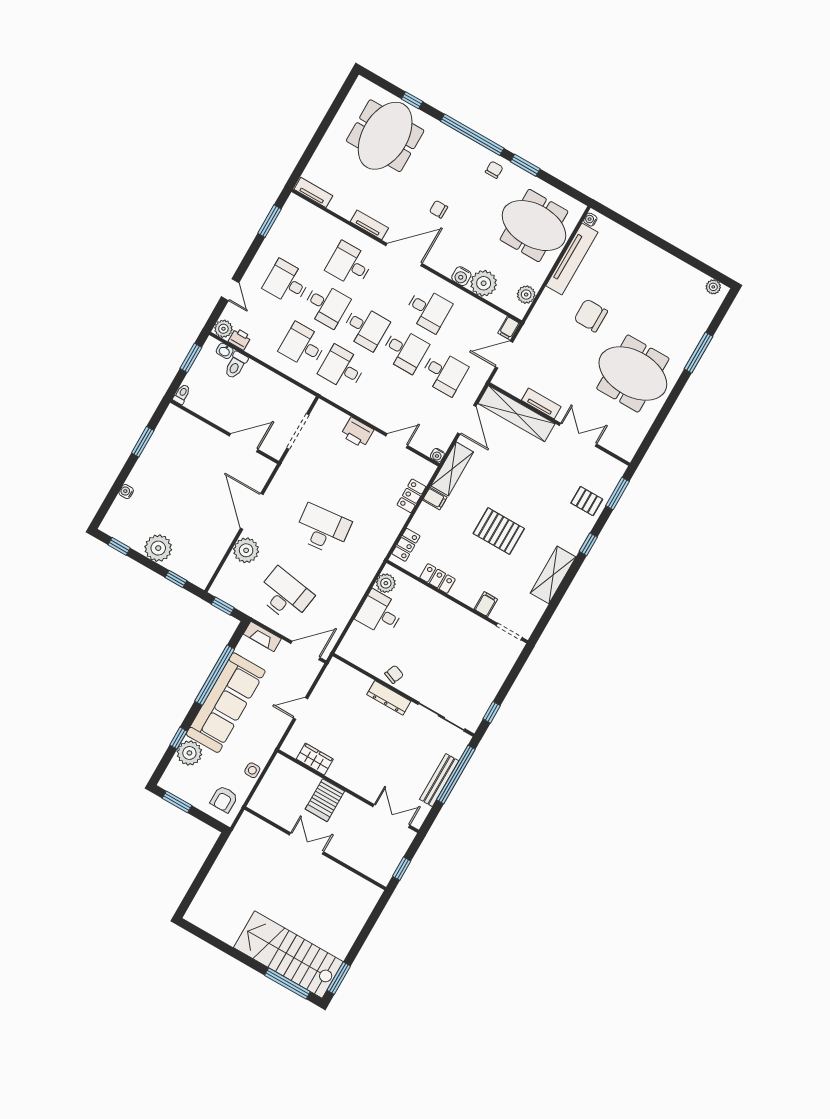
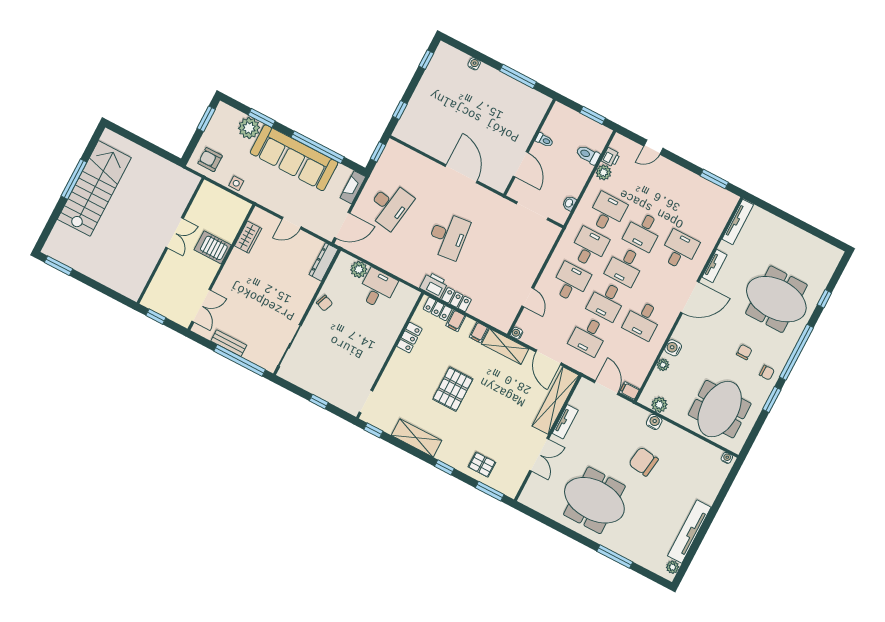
meeting table: (385, 136) -> (776, 299), moved
tv unit: (313, 192) -> (738, 222), width x1.41
chair: (439, 209) -> (744, 352), moved
door: (404, 255) -> (690, 297), hinge flipped
tv unit: (572, 259) -> (689, 532), moved, turned 90
desk: (287, 282) -> (571, 282), moved
plant: (484, 283) -> (663, 365), width x0.53, depth x0.53
water cooler: (546, 301) -> (654, 422), added
chair: (591, 315) -> (643, 462), turned -82
plant: (223, 329) -> (604, 172), moved
washbasin: (225, 351) -> (569, 203), moved
meeting table: (633, 374) -> (594, 500), turned 90
toilet: (182, 394) -> (544, 140), moved
door: (467, 420) -> (549, 357), hinge flipped
printer: (357, 433) -> (434, 285), moved, turned 90
window: (143, 442) -> (518, 76), width x1.44
locker: (411, 496) -> (457, 300), moved
pallet: (587, 501) -> (482, 465), turned 90
door: (252, 511) -> (461, 174), hinge flipped
plant: (158, 548) -> (426, 94), removed
plant: (246, 550) -> (427, 170), removed
plant: (386, 583) -> (359, 269), moved
filing cabinet: (486, 604) -> (456, 321), moved, turned 90
window: (542, 624) -> (373, 430), added
door: (306, 651) -> (342, 225), hinge flipped
dresser: (389, 698) -> (324, 262), moved
door: (301, 709) -> (292, 223), swing flipped
window: (492, 712) -> (319, 402), moved
window: (178, 738) -> (262, 118), width x1.50
bench: (439, 780) -> (229, 343), width x0.73
stairs: (288, 955) -> (94, 188), moved
window: (287, 984) -> (74, 179), moved

